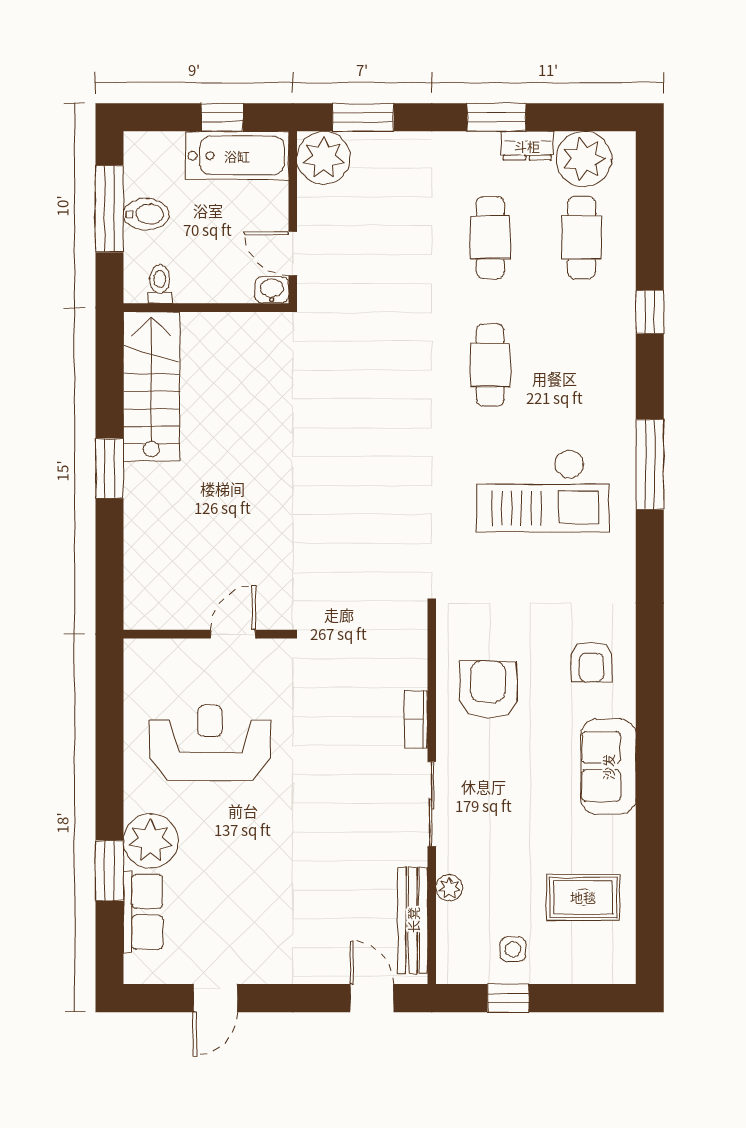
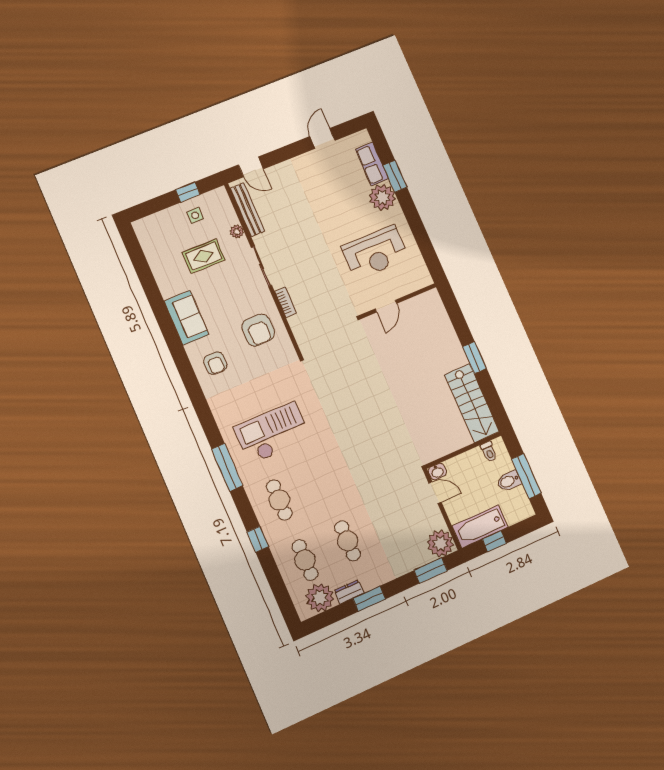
cafe table: (490, 365) -> (279, 500), moved
armchair: (591, 662) -> (215, 363), turned 180
rug: (583, 897) -> (204, 256), moved

